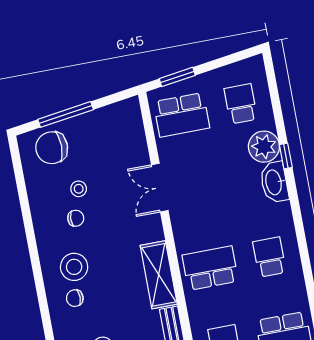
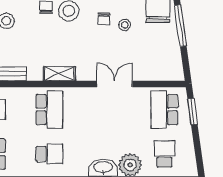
school desk: (241, 104) -> (164, 154), turned -90
shelving: (159, 275) -> (59, 74), width x0.67, depth x0.75

